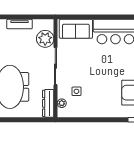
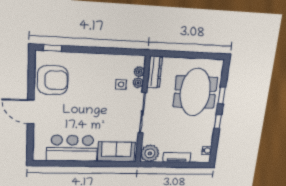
plant: (45, 39) -> (150, 153), moved
plant: (62, 93) -> (138, 83), added

